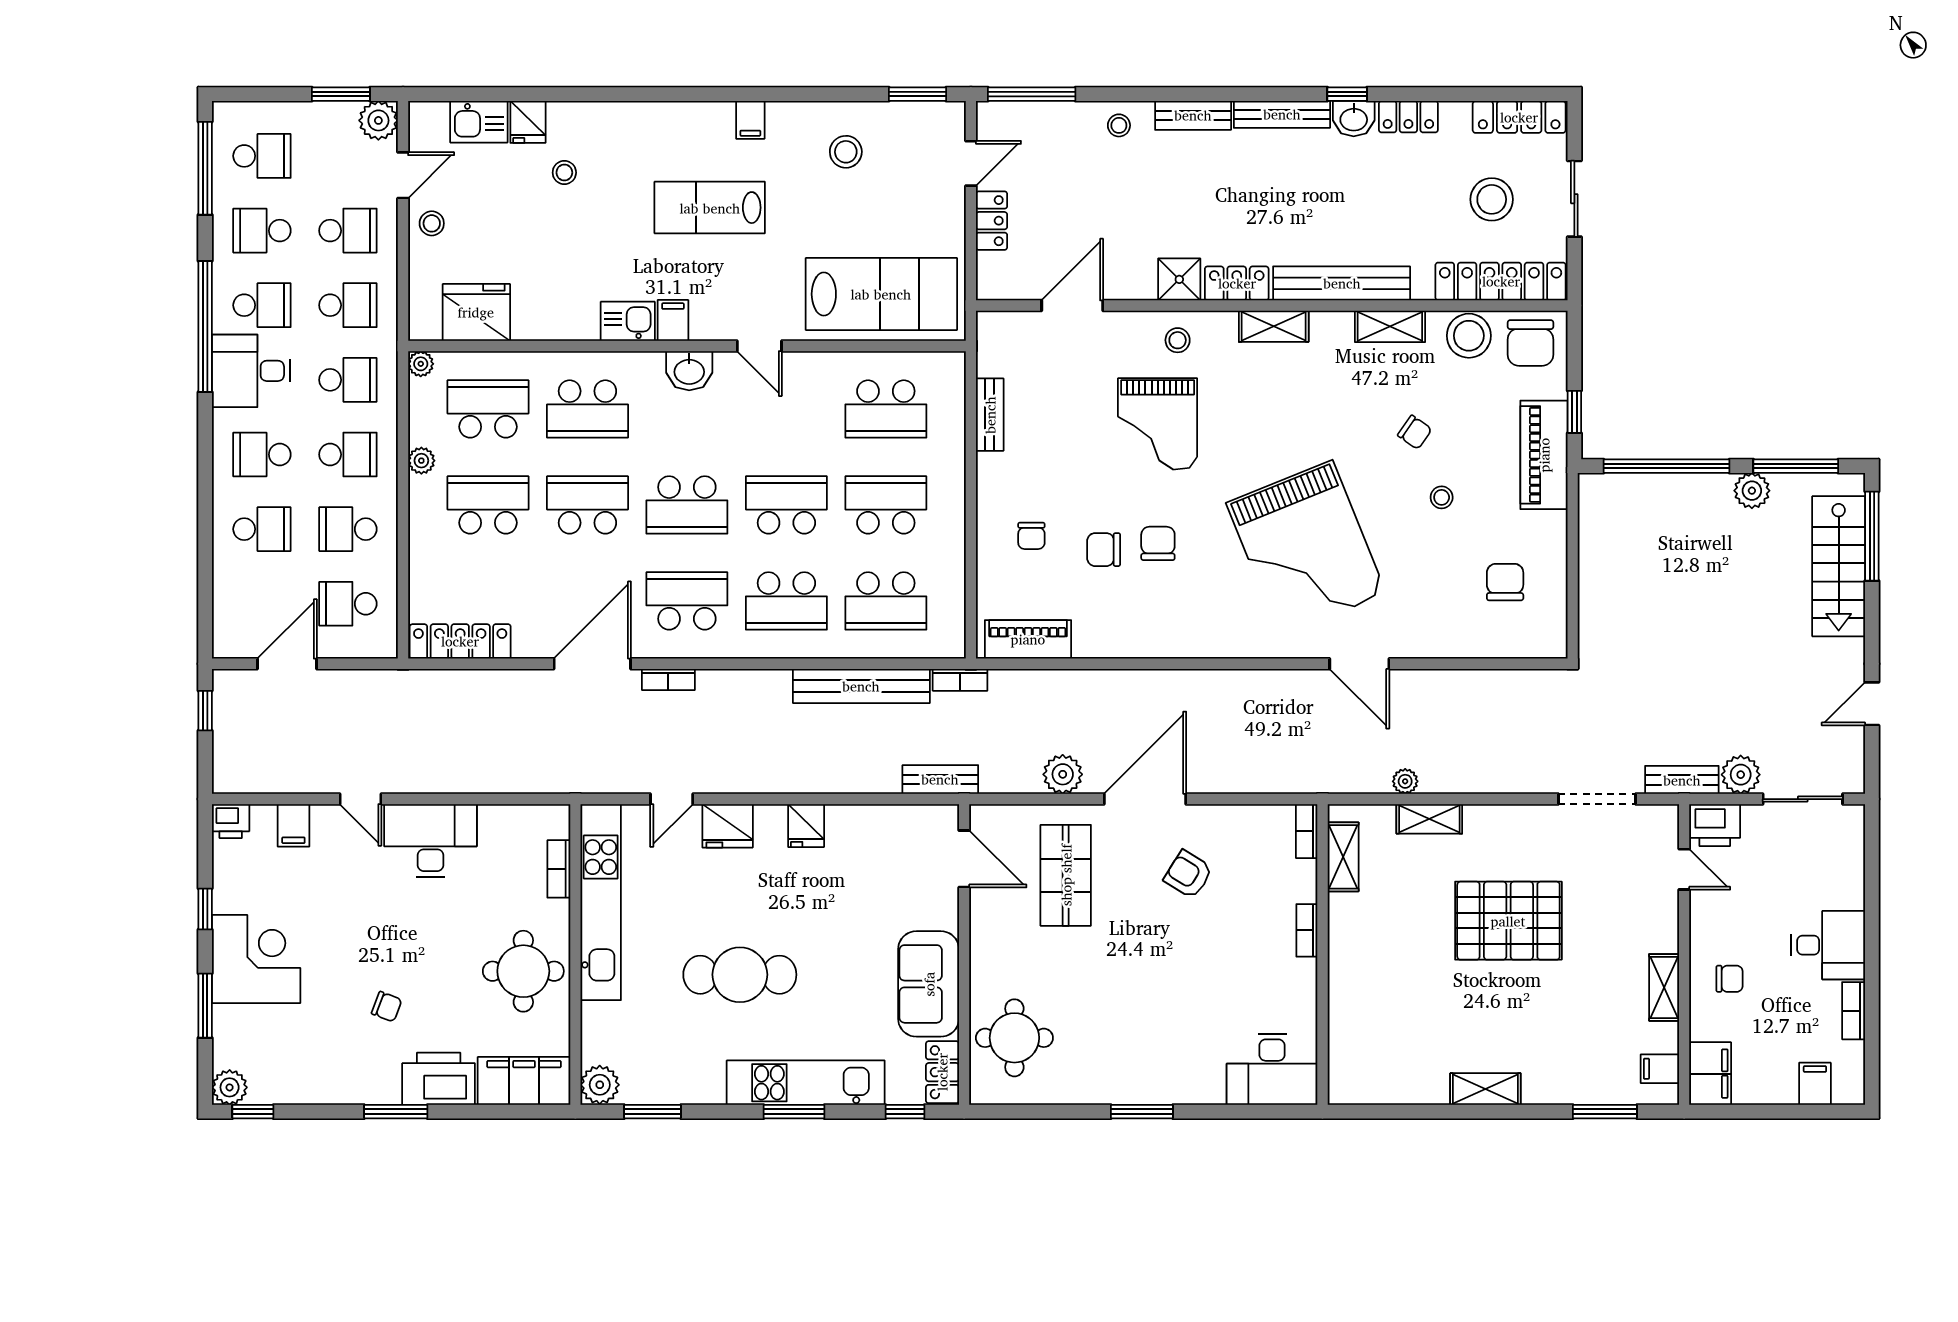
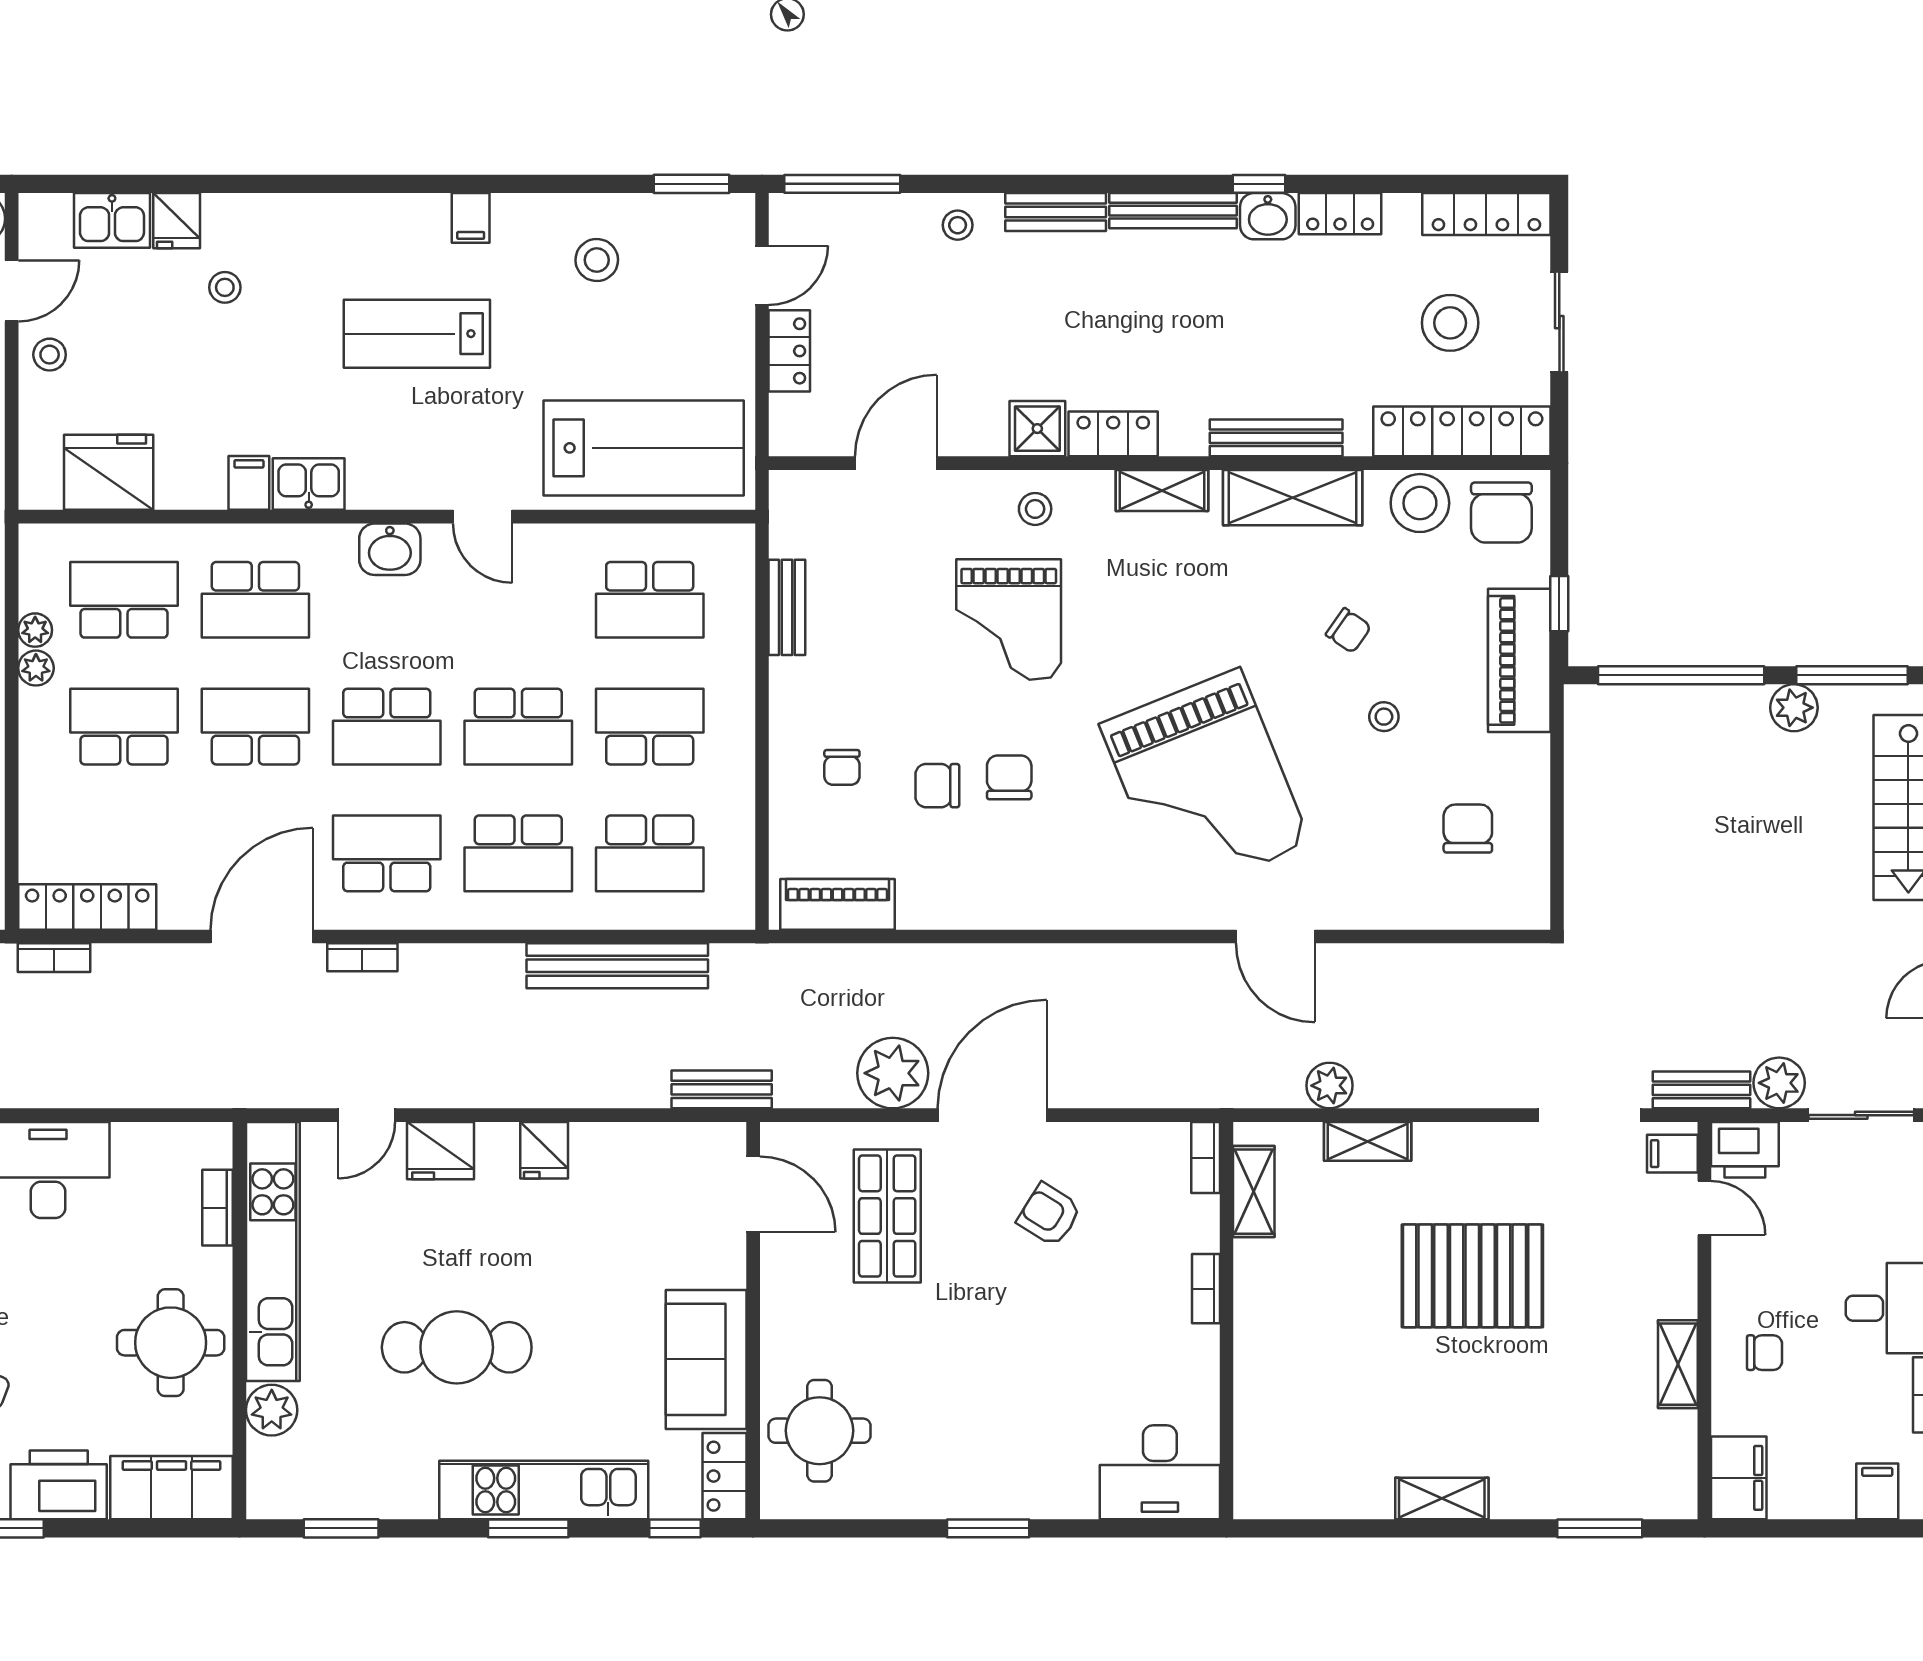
bench: (1342, 283) -> (1276, 438), width x0.73, depth x0.82
filing cabinet: (673, 320) -> (249, 483), moved
shelving: (1390, 326) -> (1293, 498), width x1.50, depth x1.33
plant: (421, 364) -> (35, 630), moved
school desk: (786, 505) -> (518, 727), turned 180
bookcase: (960, 680) -> (54, 958), moved
plant: (1063, 774) -> (893, 1073), width x1.36, depth x1.36
plant: (1405, 781) -> (1330, 1086), width x1.38, depth x1.38
filing cabinet: (1660, 1069) -> (1672, 1154), moved
plant: (600, 1085) -> (272, 1410), moved

